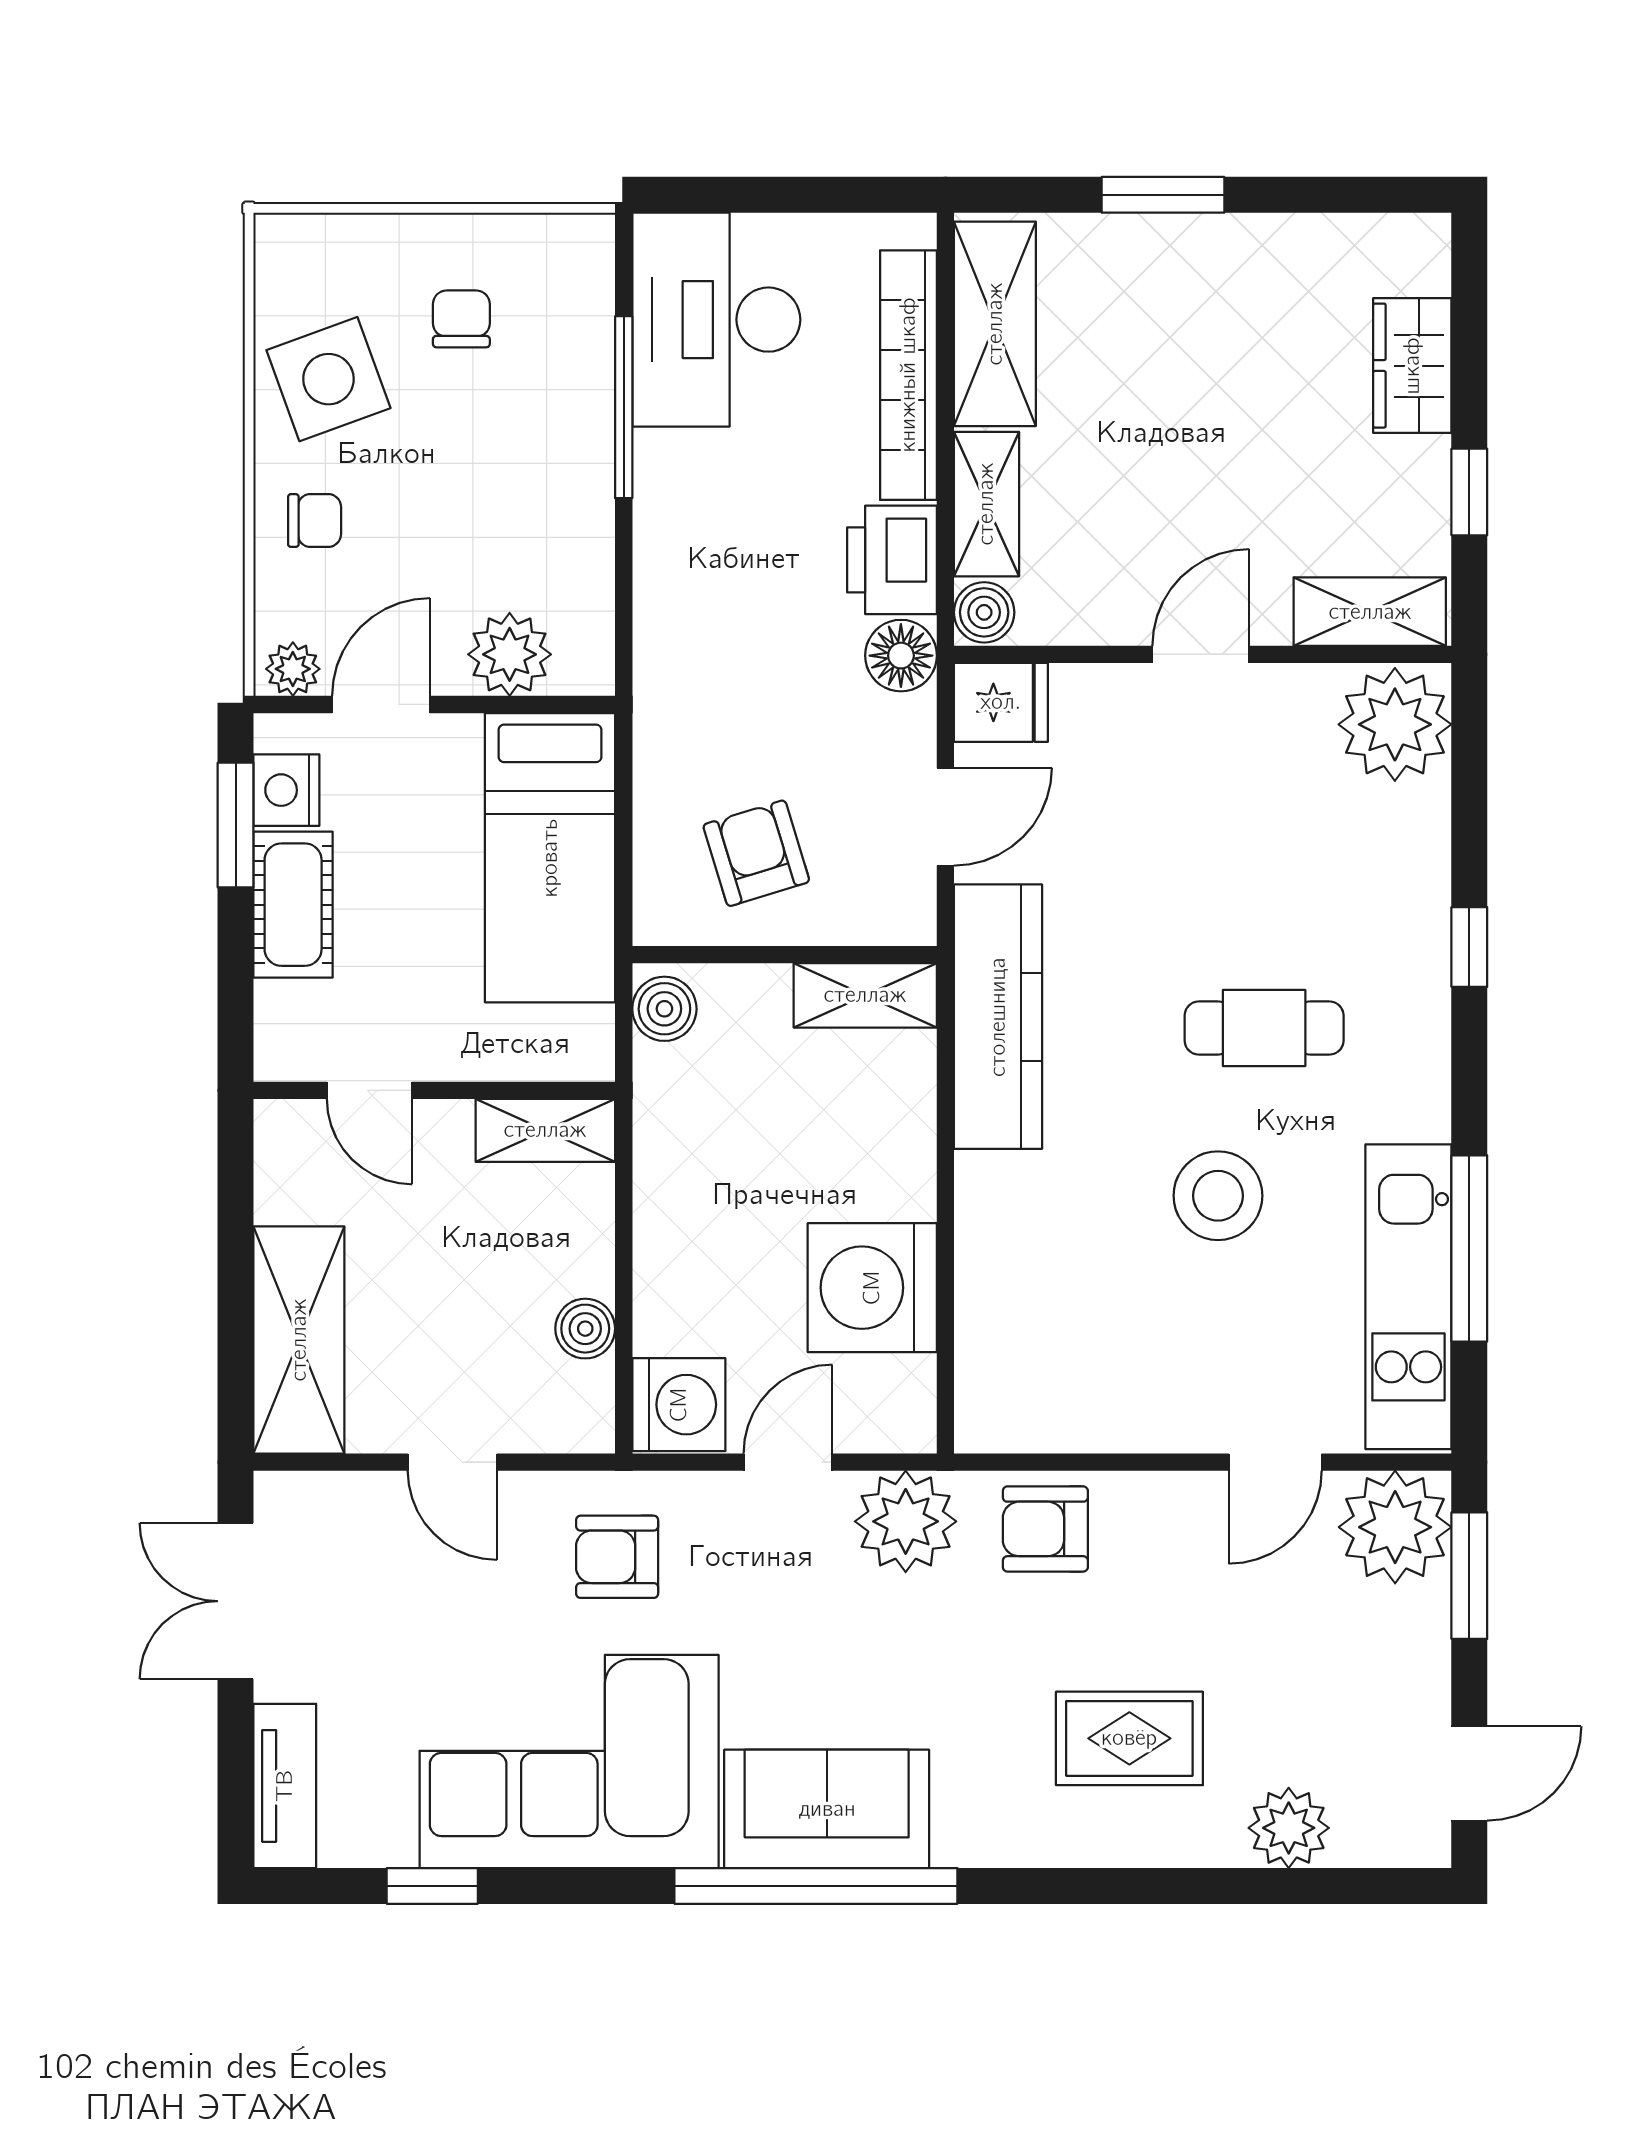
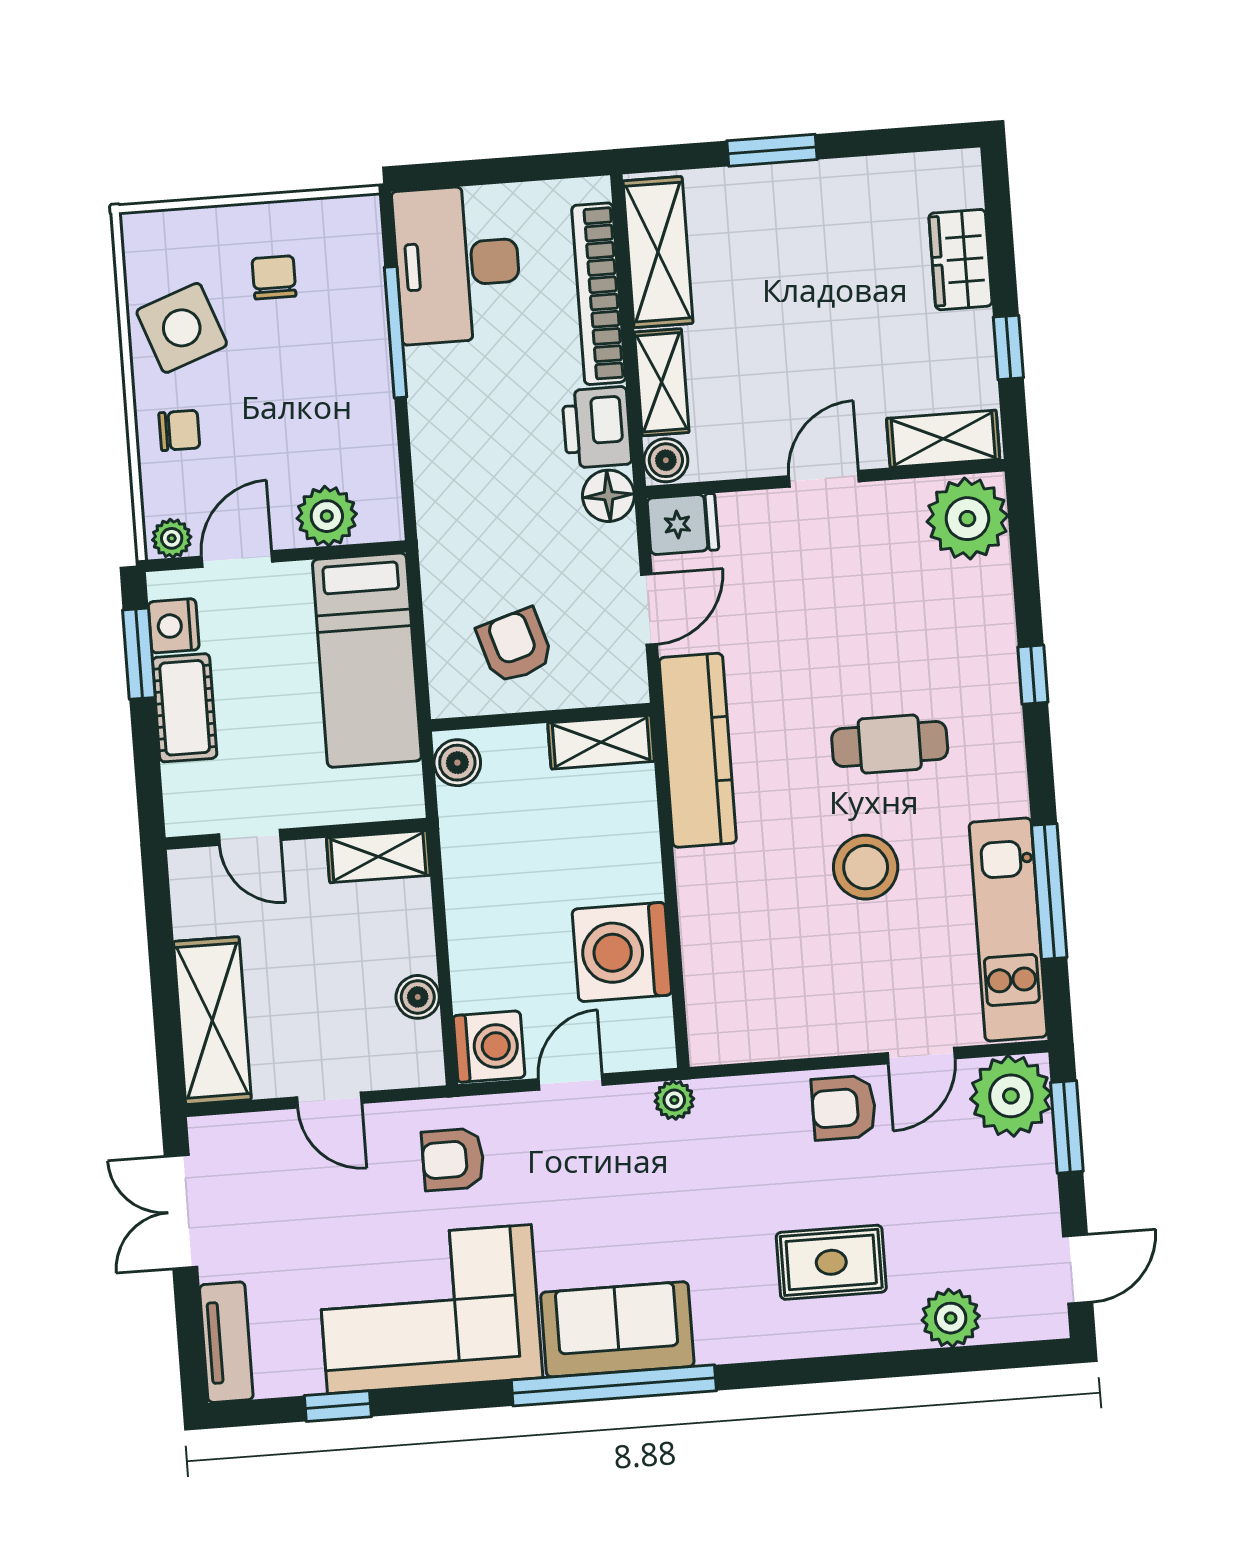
plant: (906, 1521) -> (674, 1100), width x0.53, depth x0.53
armchair: (1045, 1529) -> (844, 1108), moved

